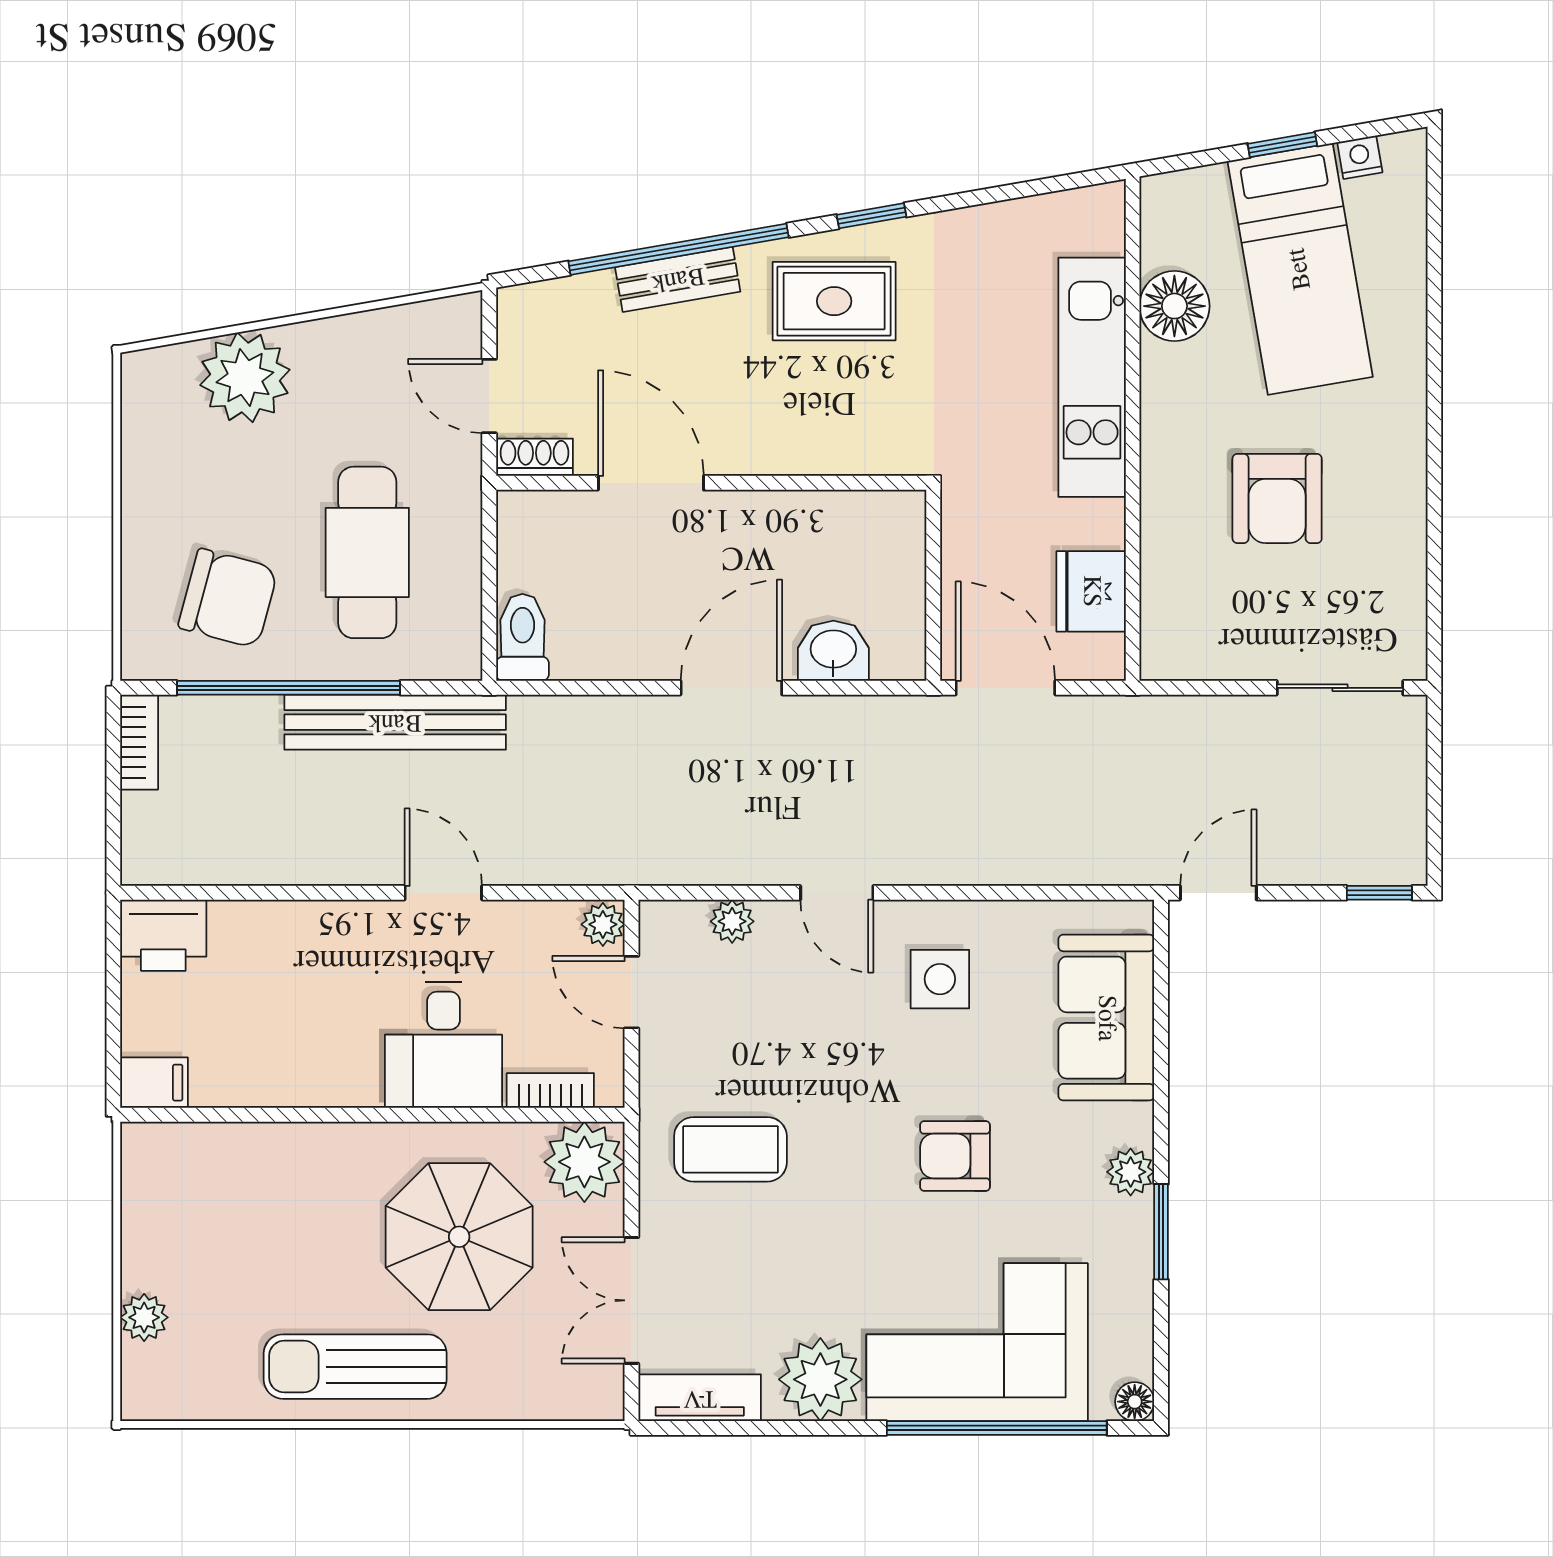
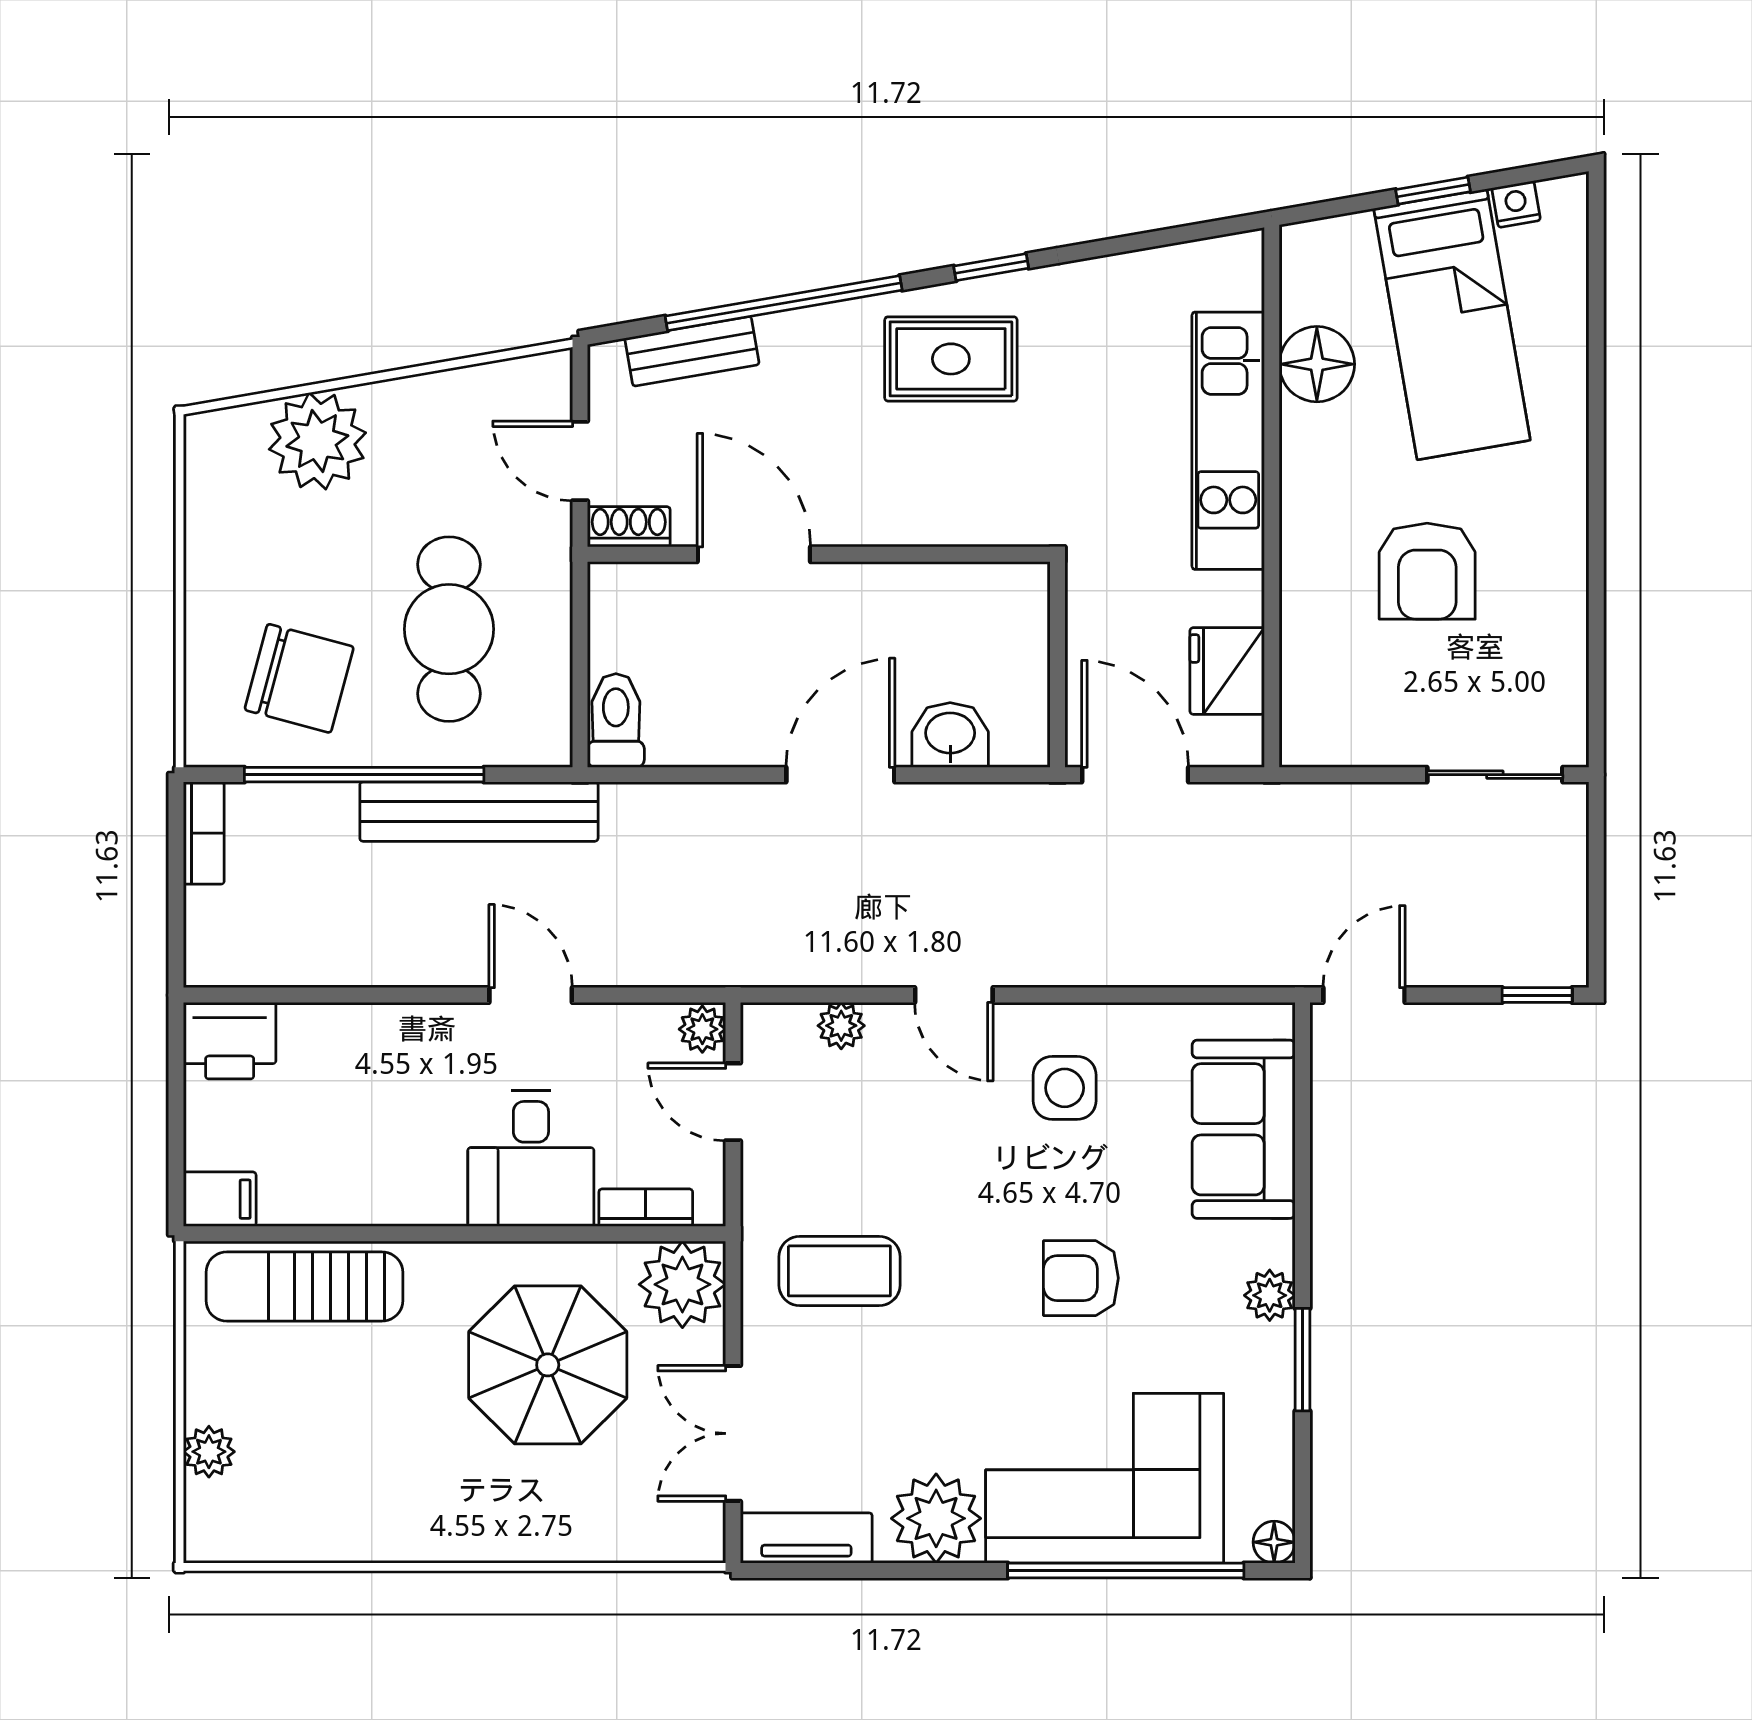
bench: (678, 279) -> (692, 351), moved
sun lounger: (355, 1367) -> (304, 1286), moved

